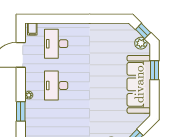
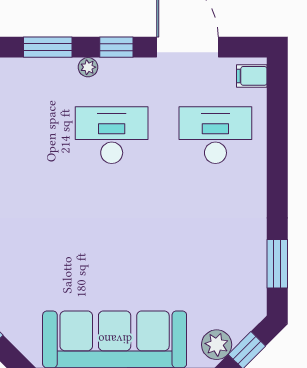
window: (108, 19) -> (277, 264), added
window: (21, 84) -> (116, 47), added

